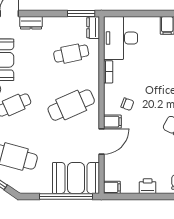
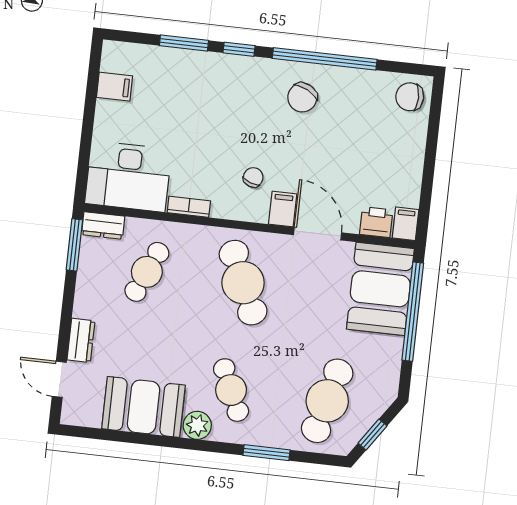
cafe table: (71, 54) -> (147, 272), turned 36
printer: (148, 186) -> (376, 222), moved, turned 90

